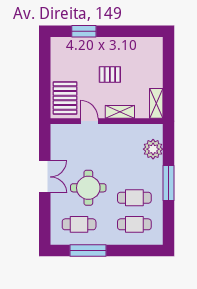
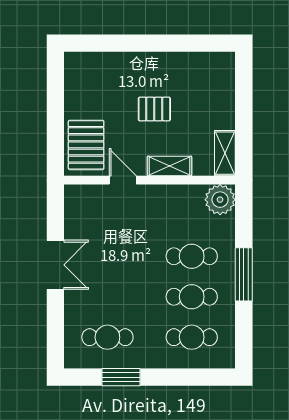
window: (84, 31) -> (115, 43), removed
plant: (153, 149) -> (220, 200), moved
cafe table: (134, 171) -> (192, 256), added
round table: (88, 188) -> (122, 281), removed
window: (88, 251) -> (121, 377), width x0.69

